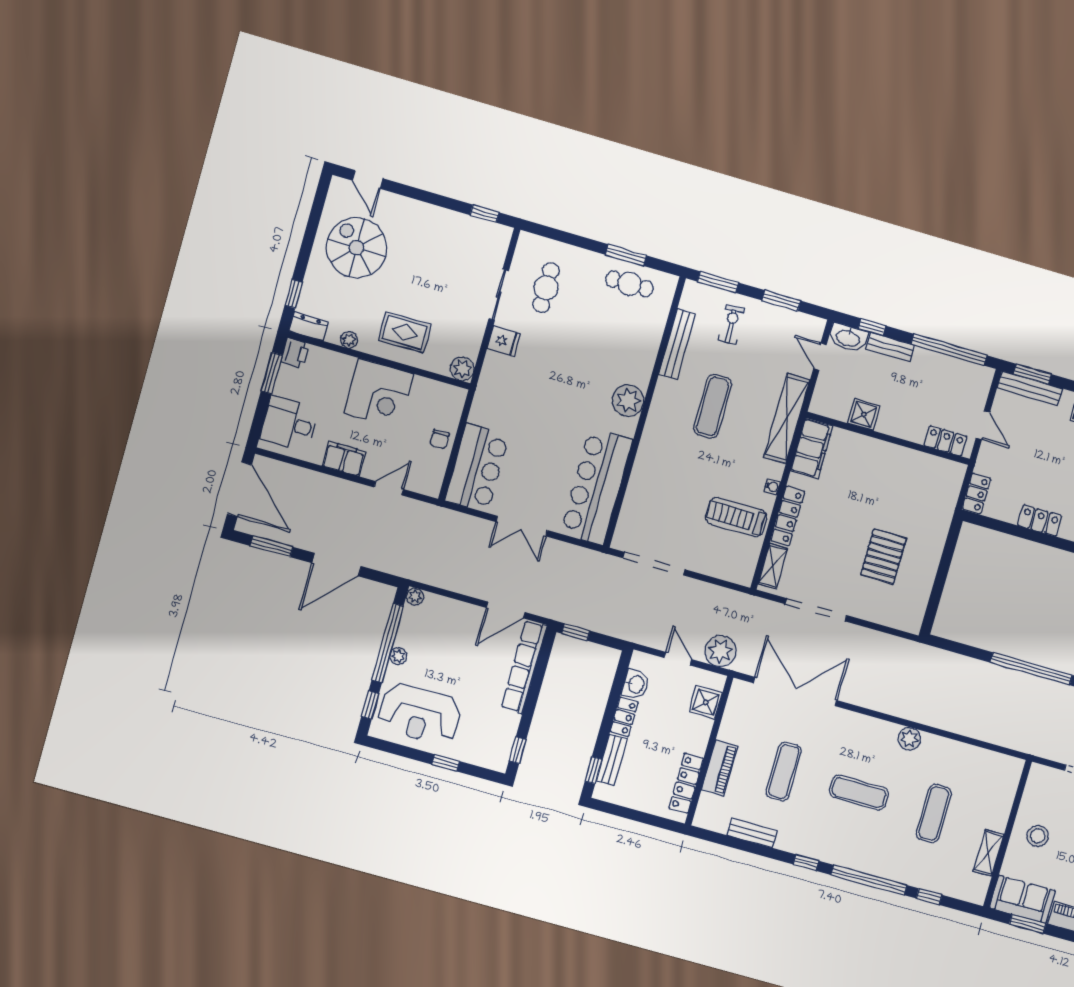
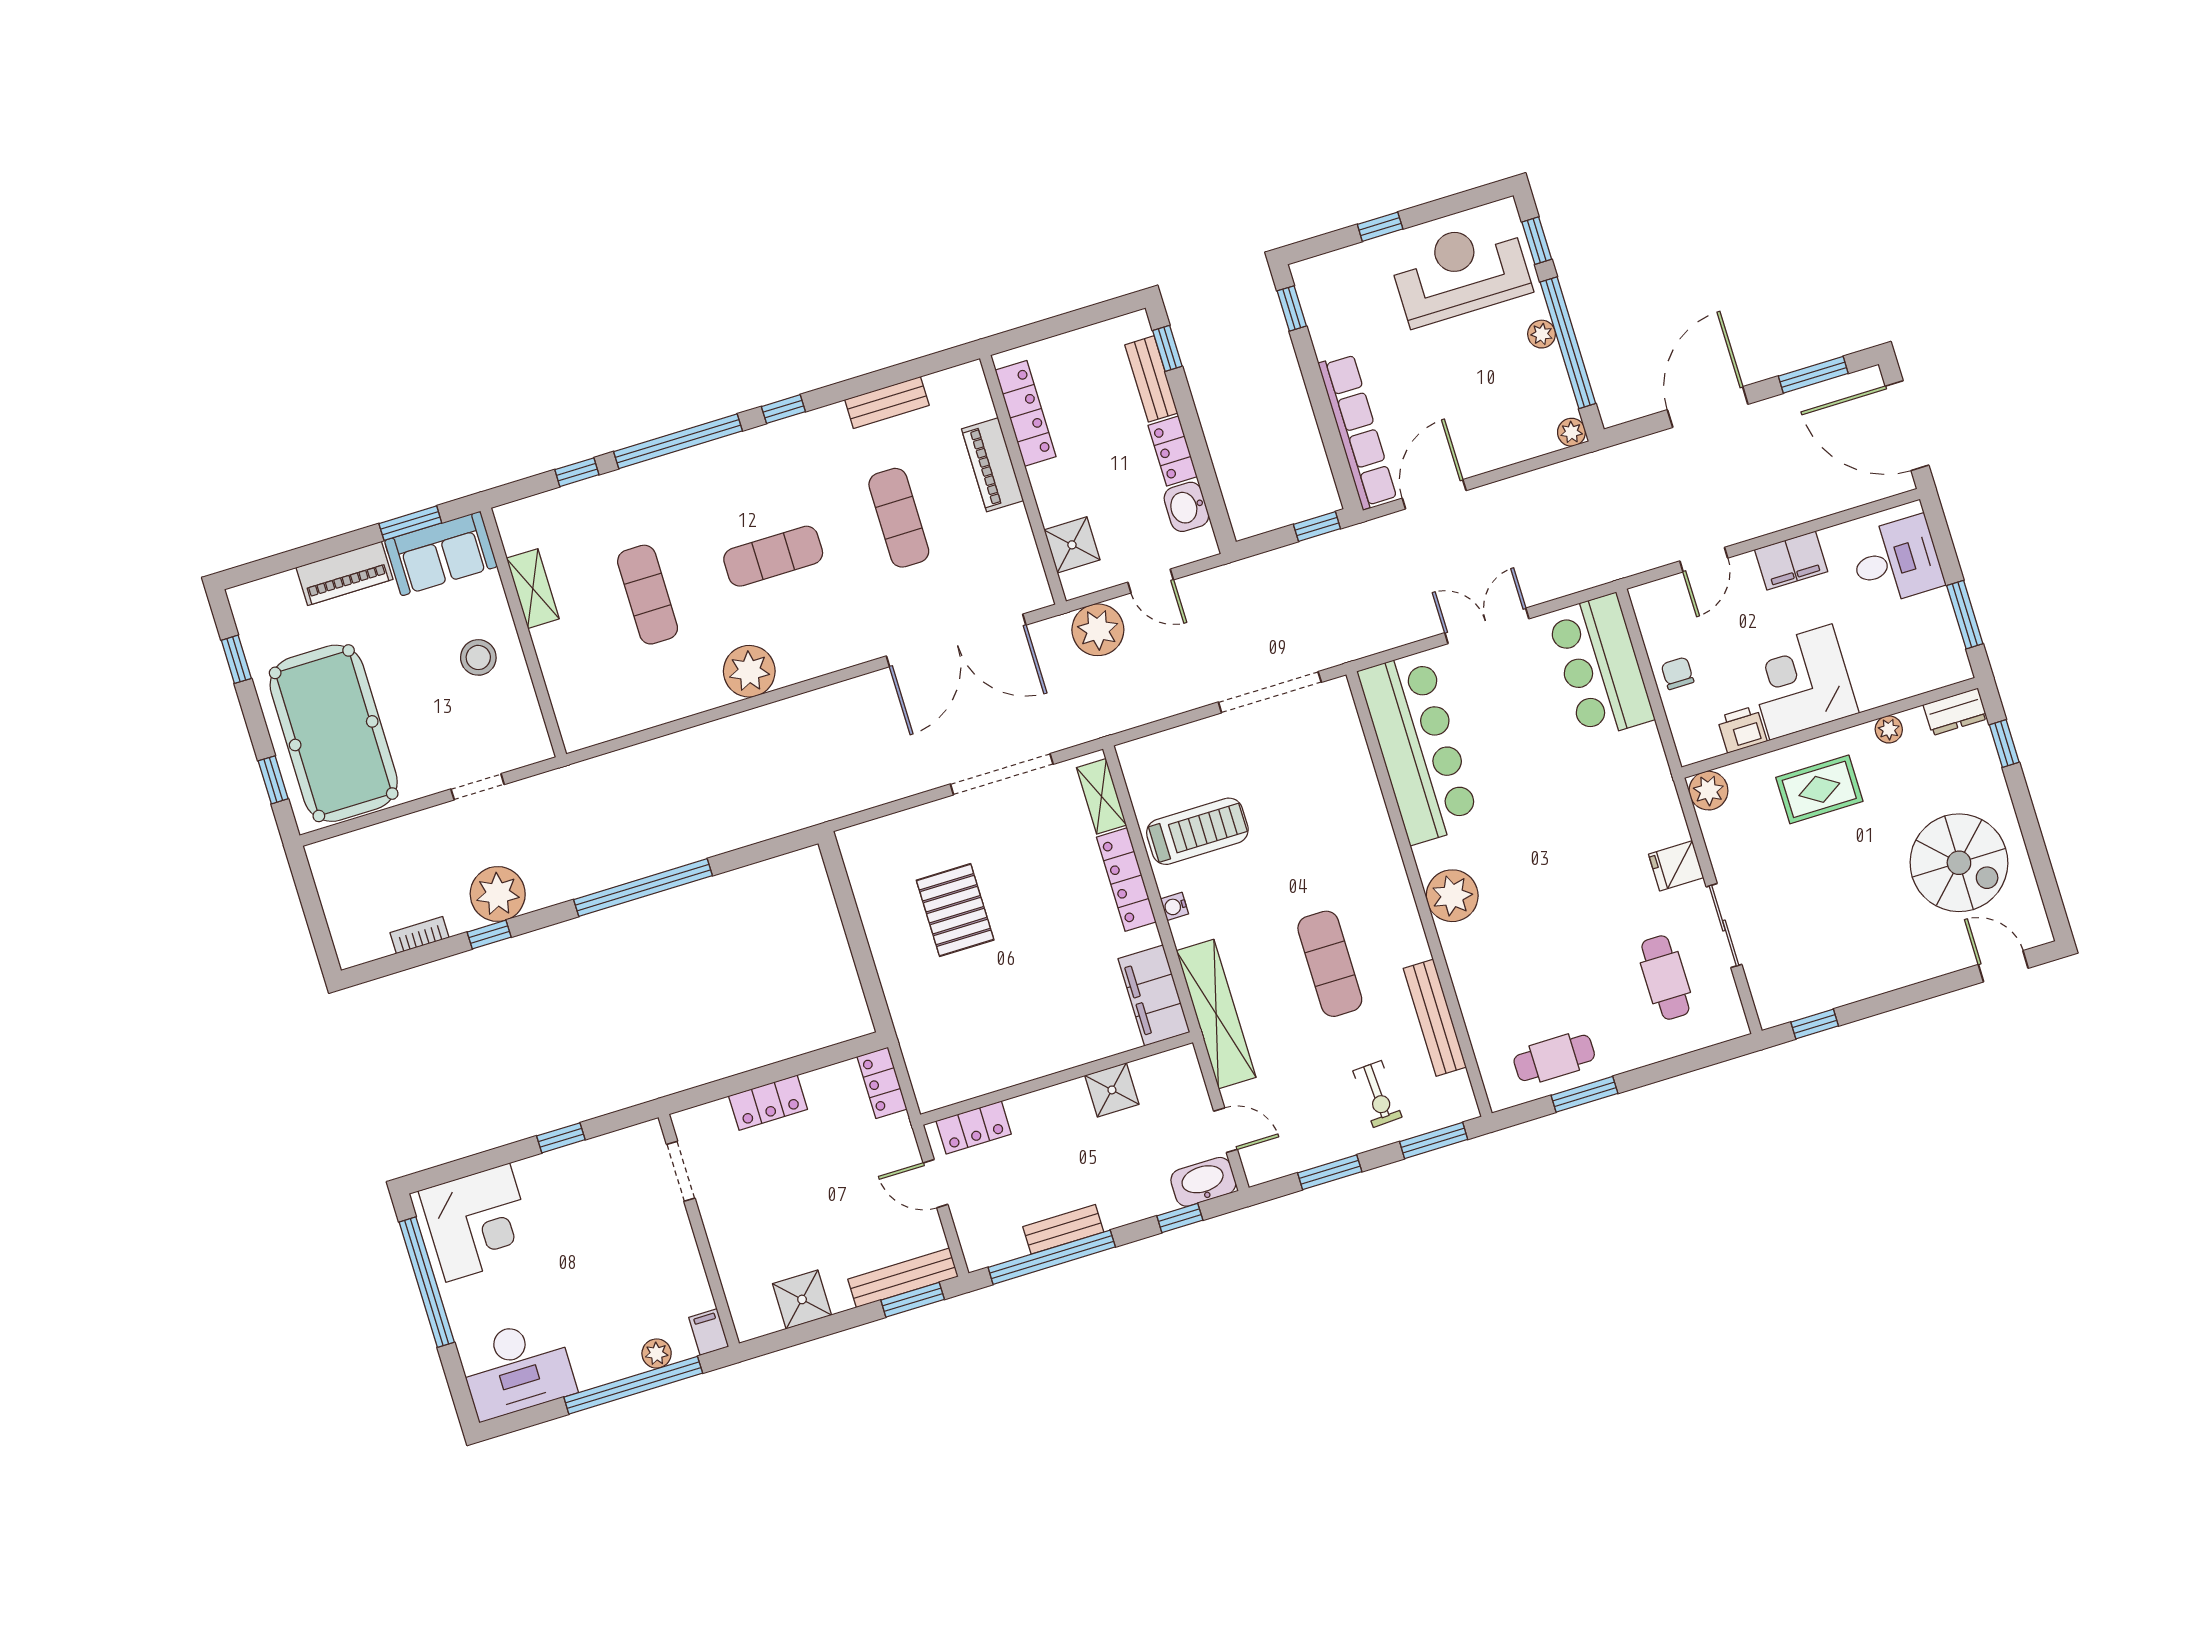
bench: (890, 347) -> (1063, 1229), moved
printer: (295, 353) -> (1742, 729), moved, turned 90
plant: (909, 739) -> (749, 671), width x1.36, depth x1.36

